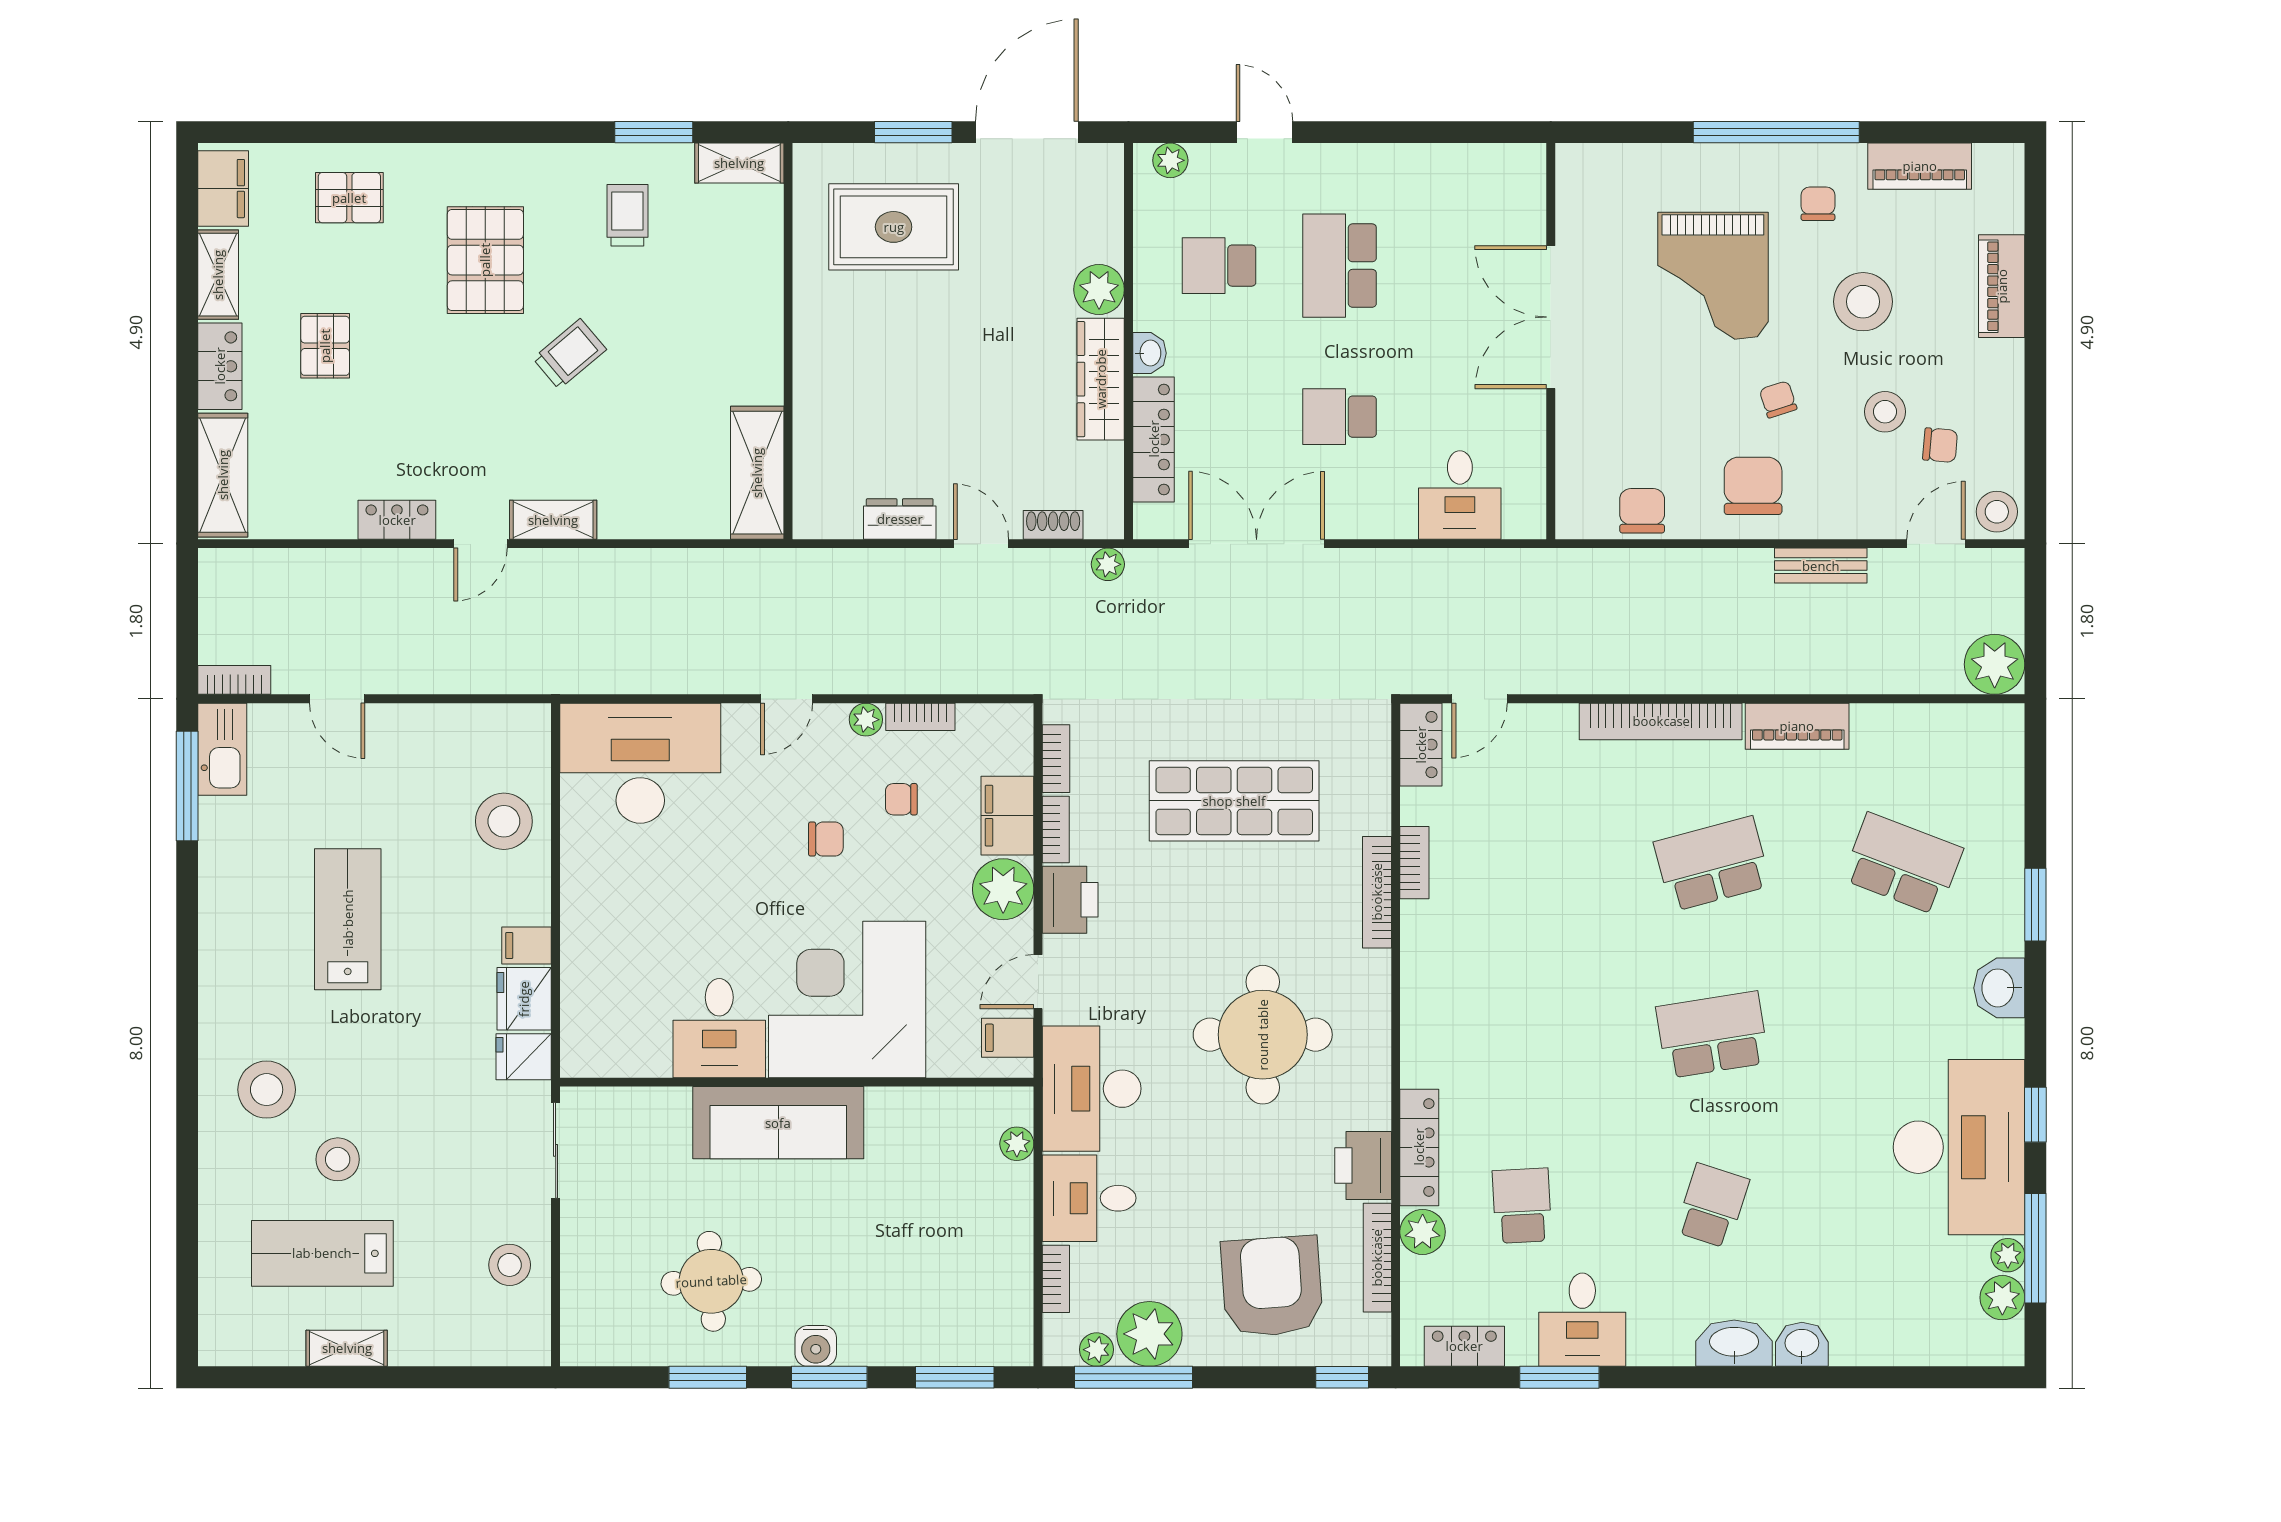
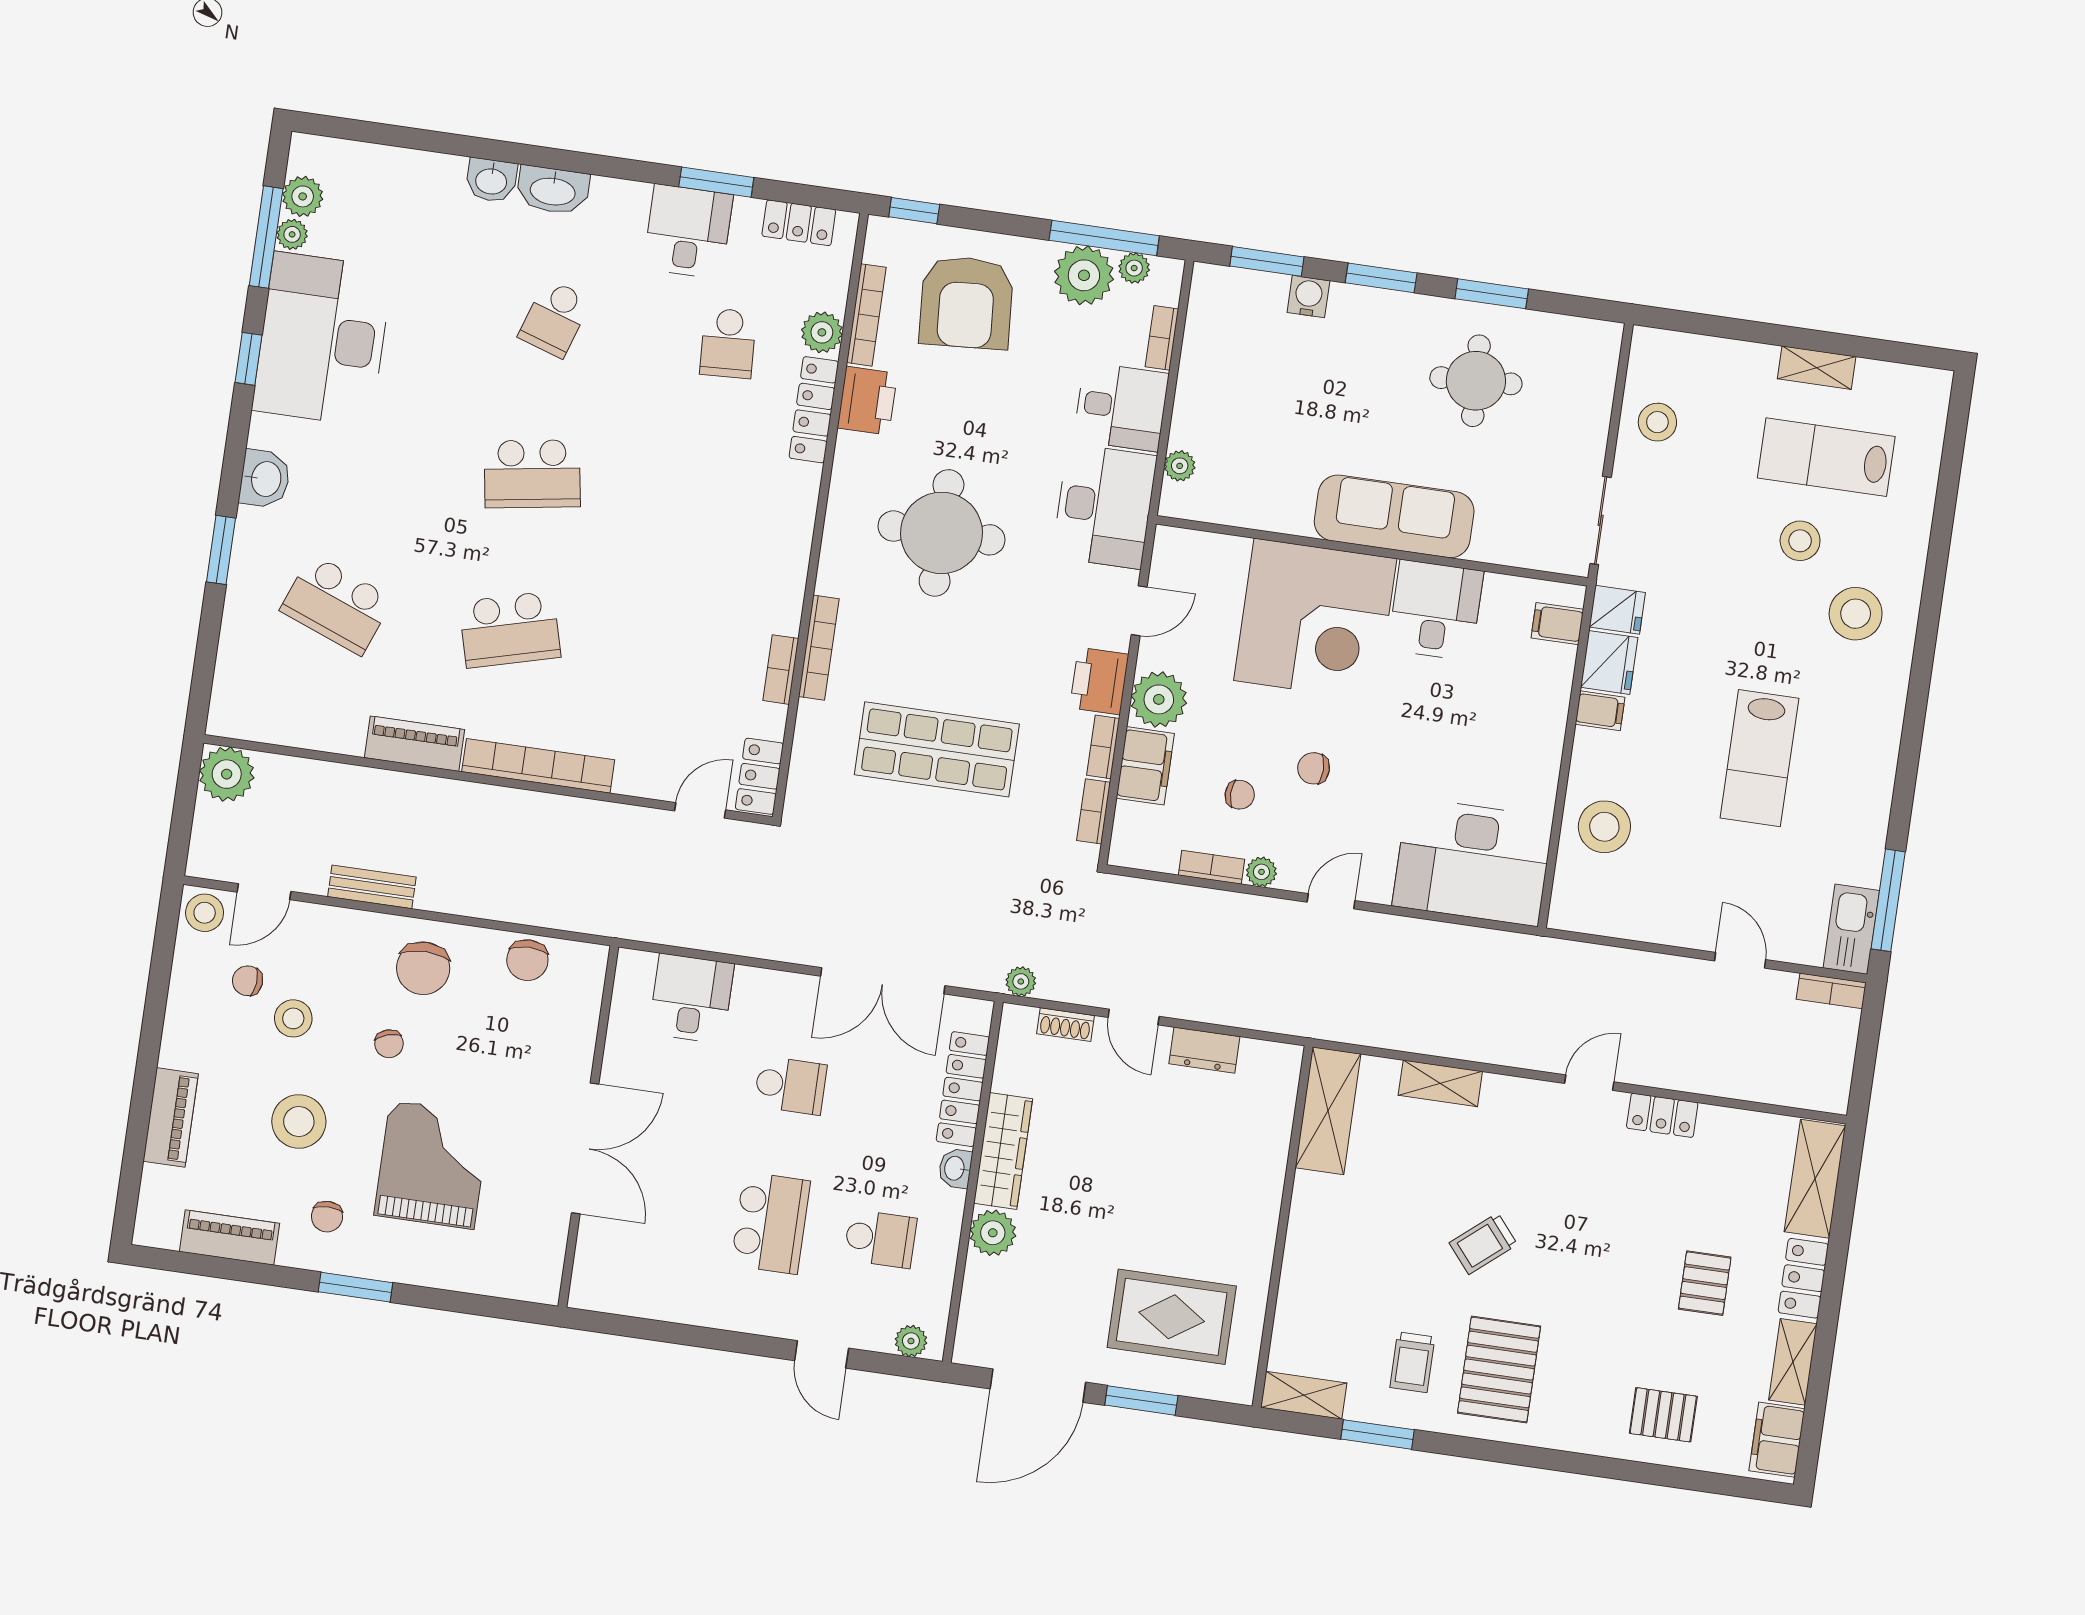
window: (1776, 132) -> (356, 1287), width x0.47
pallet: (485, 260) -> (1499, 1370), moved
shelving: (553, 520) -> (1440, 1083), moved
filing cabinet: (1008, 1038) -> (1557, 624), moved, turned 180
lab bench: (322, 1253) -> (1826, 457), turned 180
water cooler: (816, 1346) -> (1308, 297), moved

